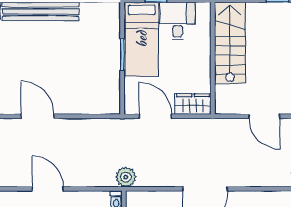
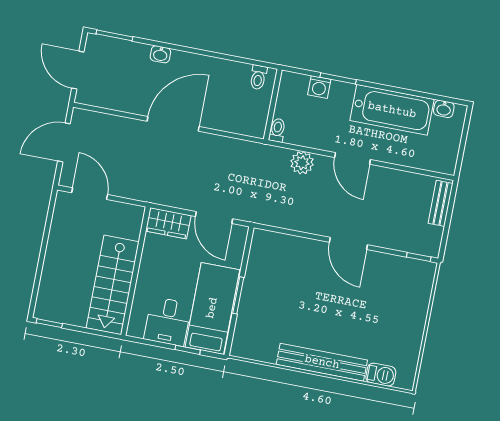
plant: (126, 177) -> (302, 163), moved

